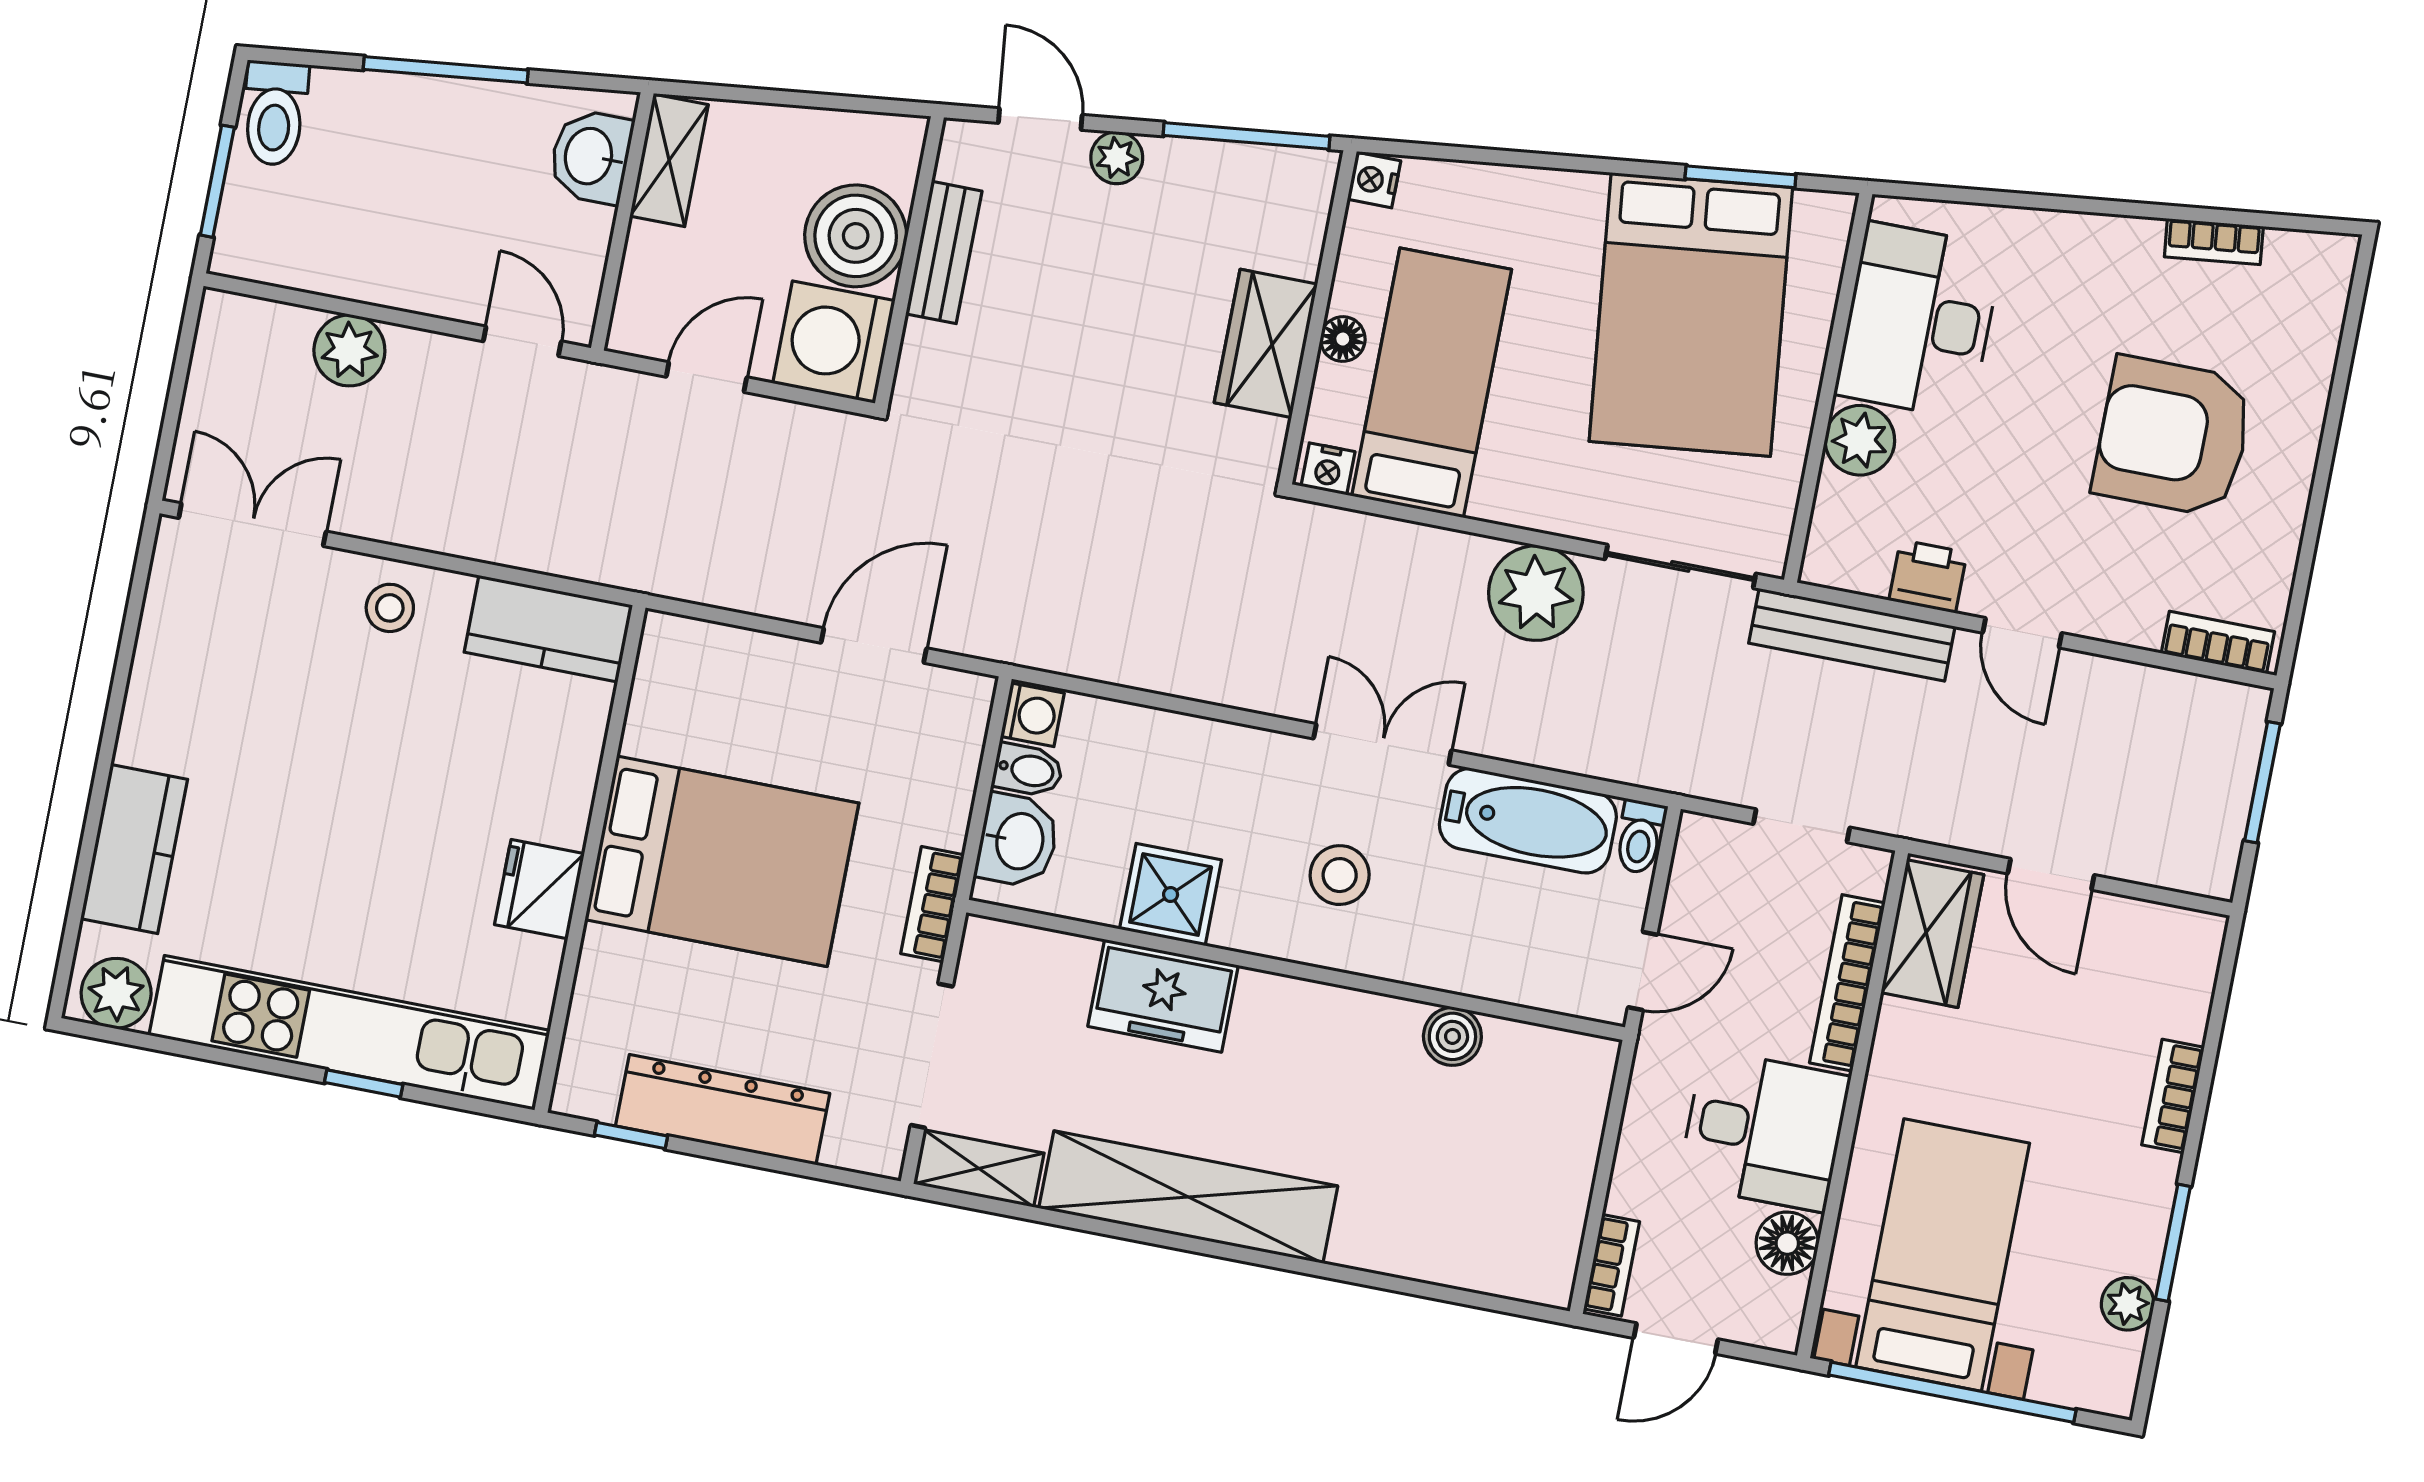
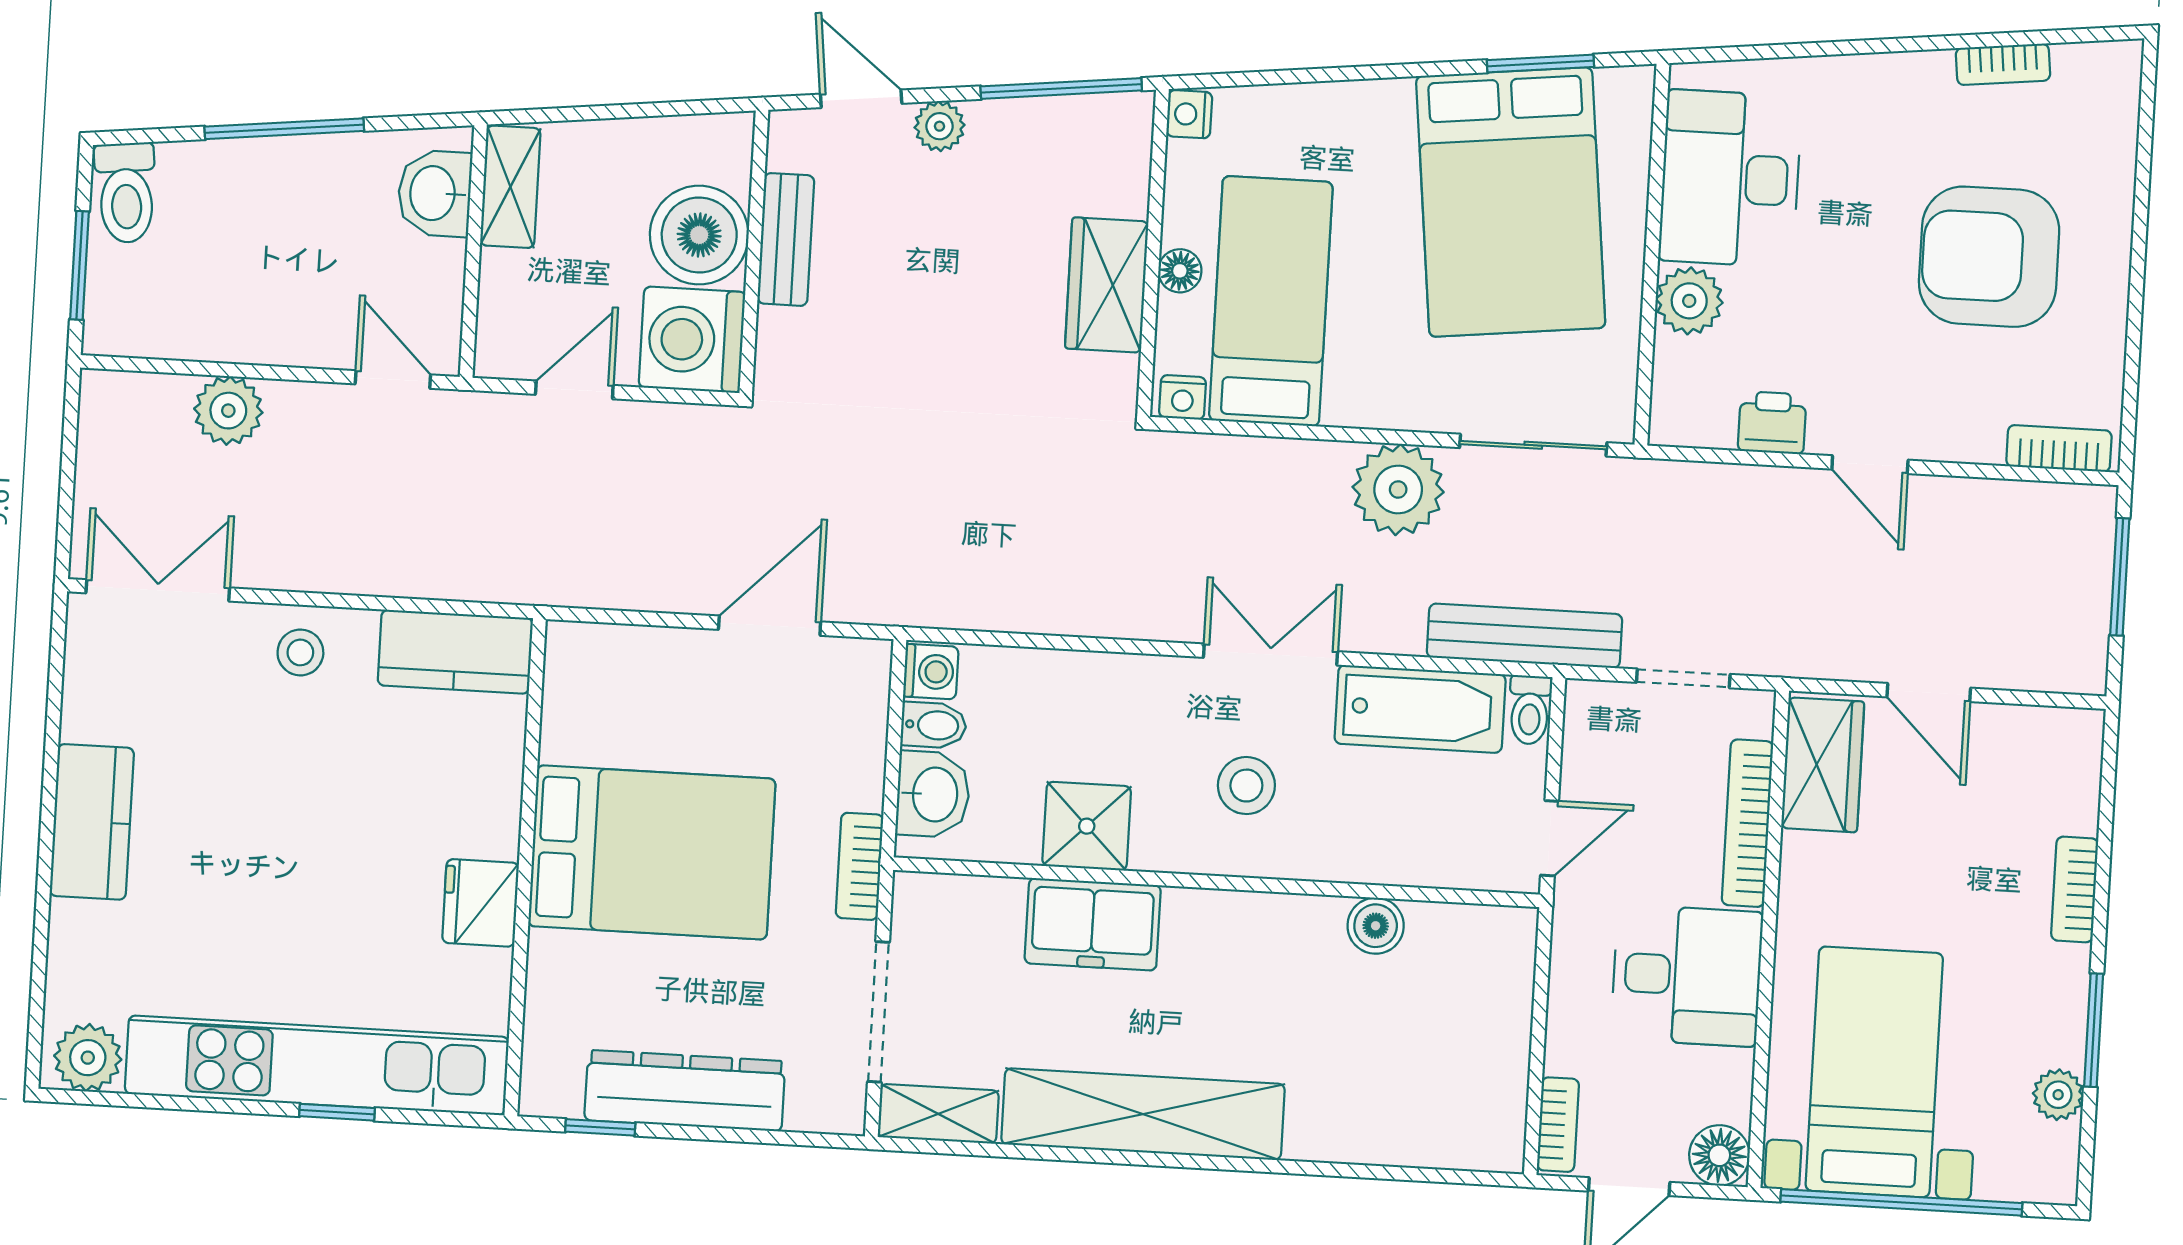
bench: (1852, 635) -> (1525, 636), moved
kitchen counter: (134, 849) -> (92, 822), moved
floor lamp: (1787, 1243) -> (1719, 1155), moved

